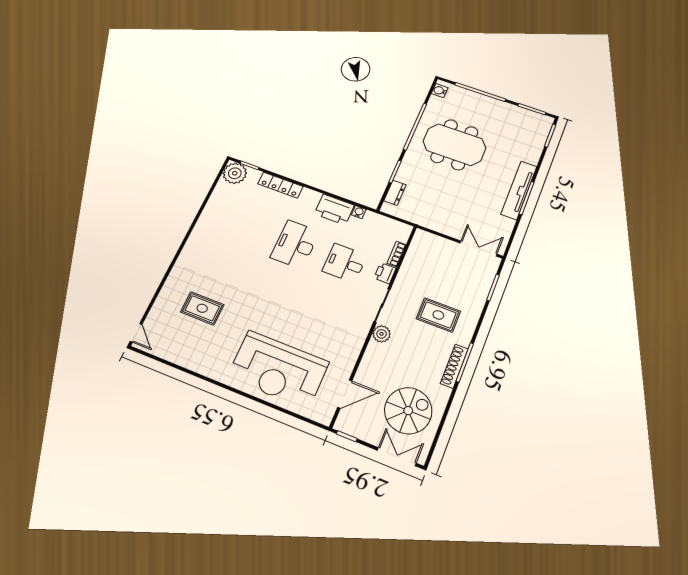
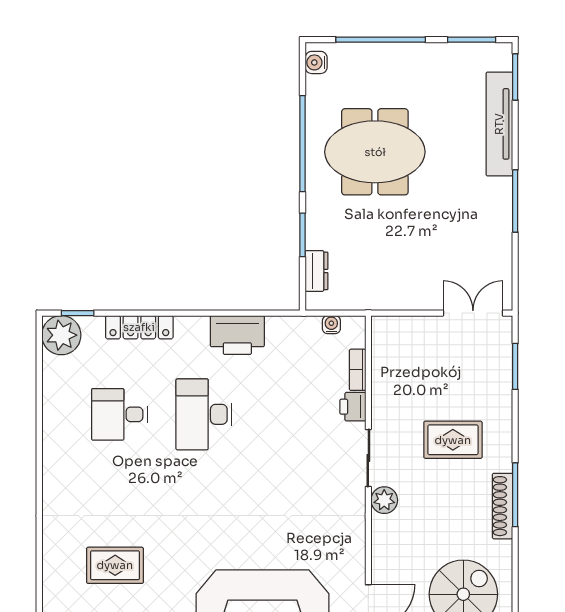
tv unit: (519, 190) -> (499, 124), moved
water cooler: (359, 212) -> (331, 325), moved
desk: (345, 263) -> (119, 414), moved

